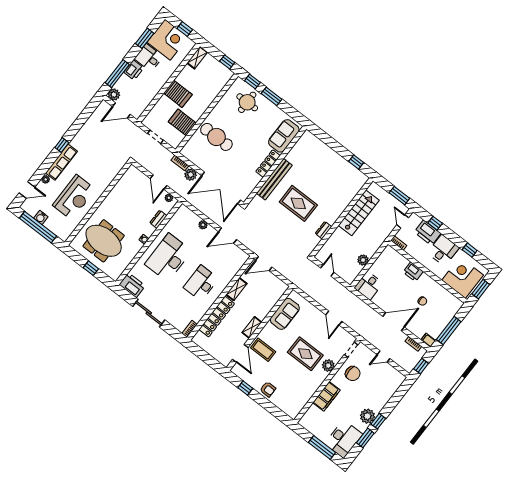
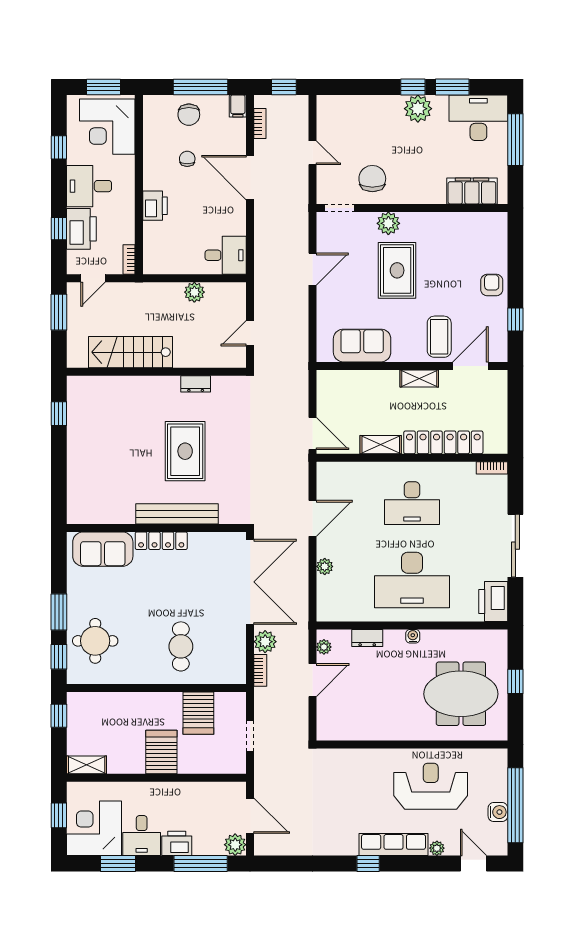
cafe table: (216, 137) -> (181, 646), width x0.73, depth x0.74
door: (228, 236) -> (312, 518), hinge flipped
meeting table: (104, 241) -> (461, 694), turned 90
chair: (441, 316) -> (189, 115), added
filing cabinet: (326, 396) -> (472, 191), moved

